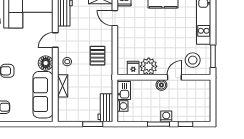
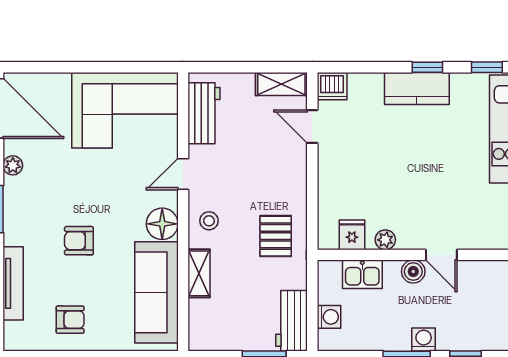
pallet: (97, 56) -> (276, 236), moved
stool: (193, 60) -> (481, 217), removed
plant: (149, 66) -> (385, 240), width x0.53, depth x0.53
door: (174, 77) -> (441, 255), swing flipped
kitchen sink: (124, 91) -> (362, 274), moved, turned 90

